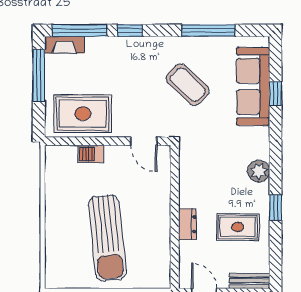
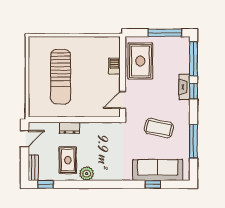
fireplace: (64, 45) -> (184, 87), moved
coffee table: (188, 85) -> (159, 128), turned 59
plant: (259, 171) -> (87, 174), moved
window: (276, 207) -> (46, 184), moved
sun lounger: (107, 238) -> (61, 77), turned -84

